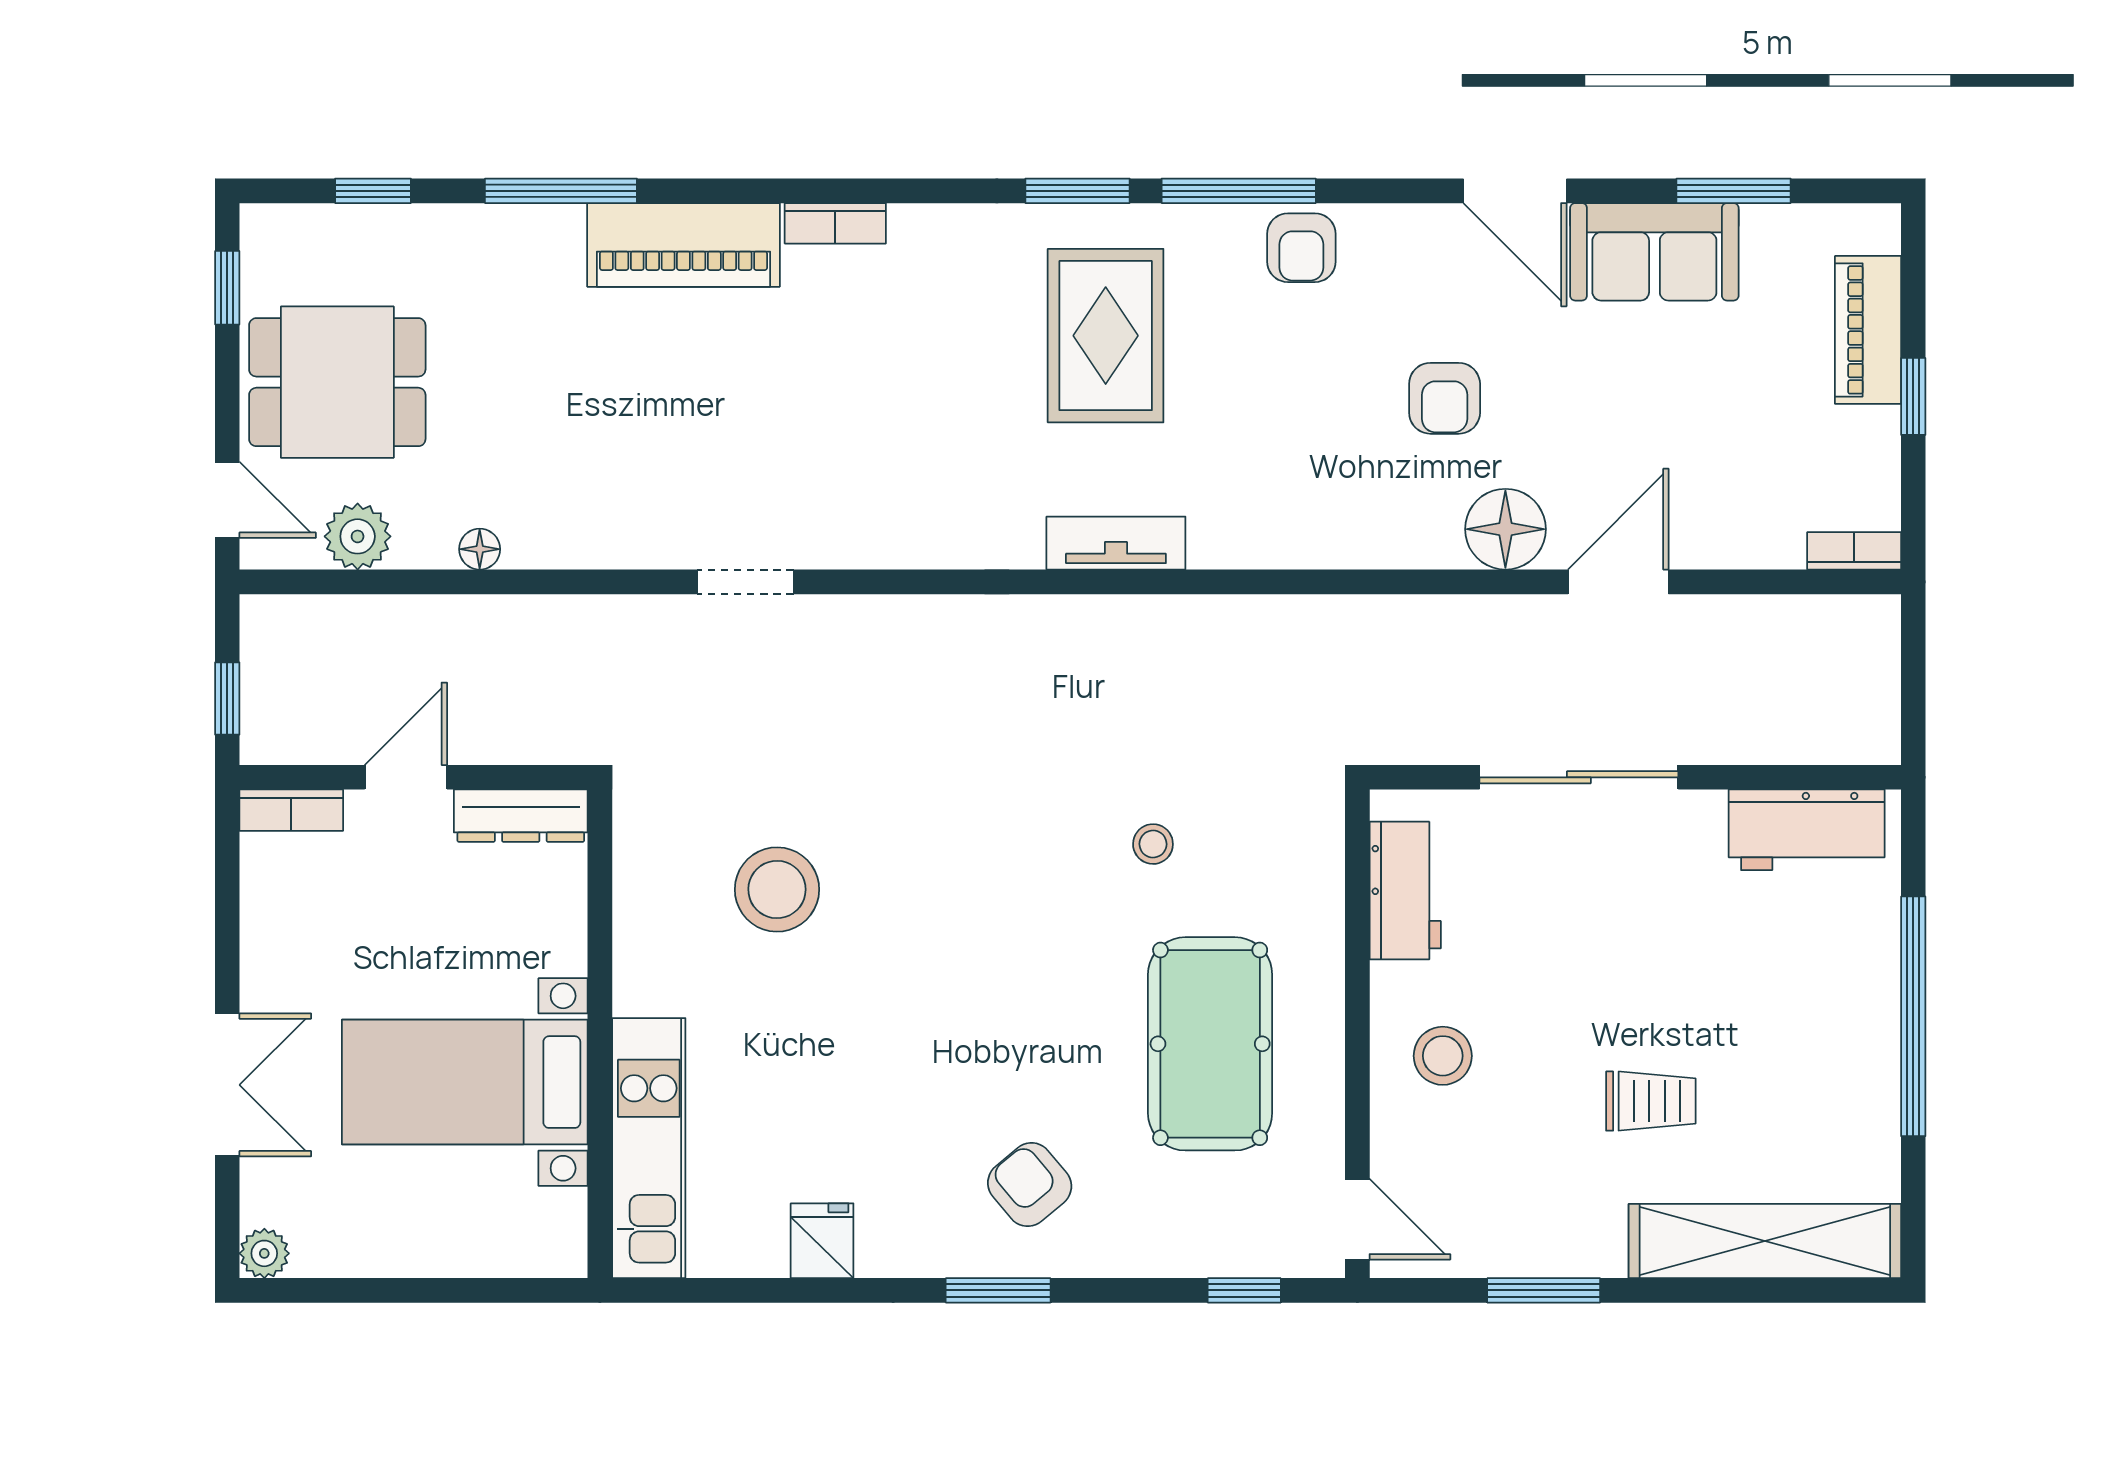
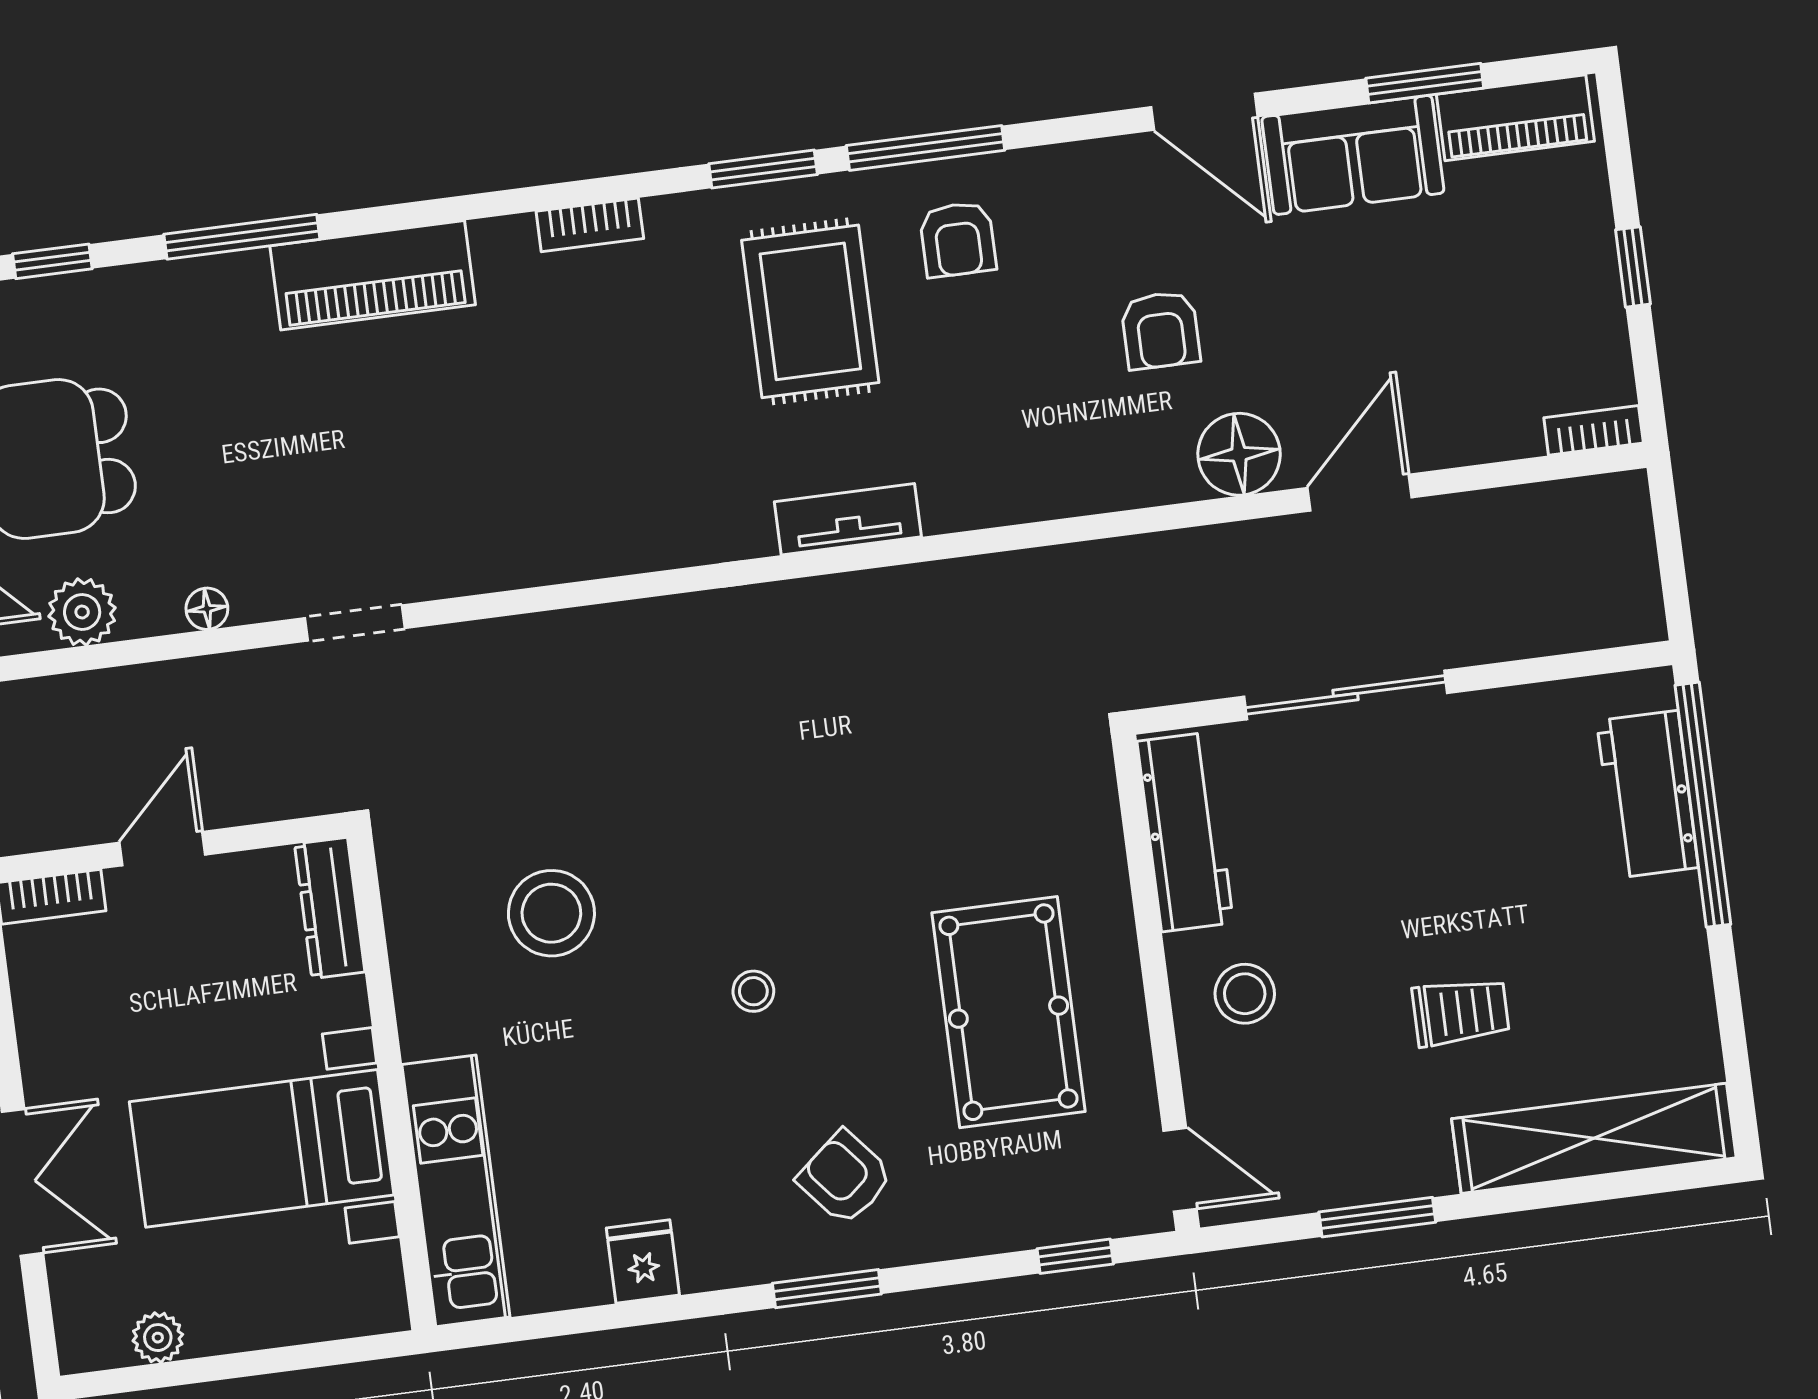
bookcase: (835, 223) -> (590, 225), moved
armchair: (1301, 248) -> (958, 239), moved
piano: (1868, 330) -> (1515, 118), moved, turned -90
doorway: (745, 582) -> (355, 623), moved
dresser: (521, 816) -> (330, 908), moved, turned 90
workbench: (1807, 830) -> (1648, 794), moved, turned 90
stool: (1153, 844) -> (753, 991), moved
workbench: (1405, 891) -> (1185, 832), width x1.38
window: (1913, 1016) -> (1703, 805), moved
plant: (264, 1253) -> (158, 1338), moved

